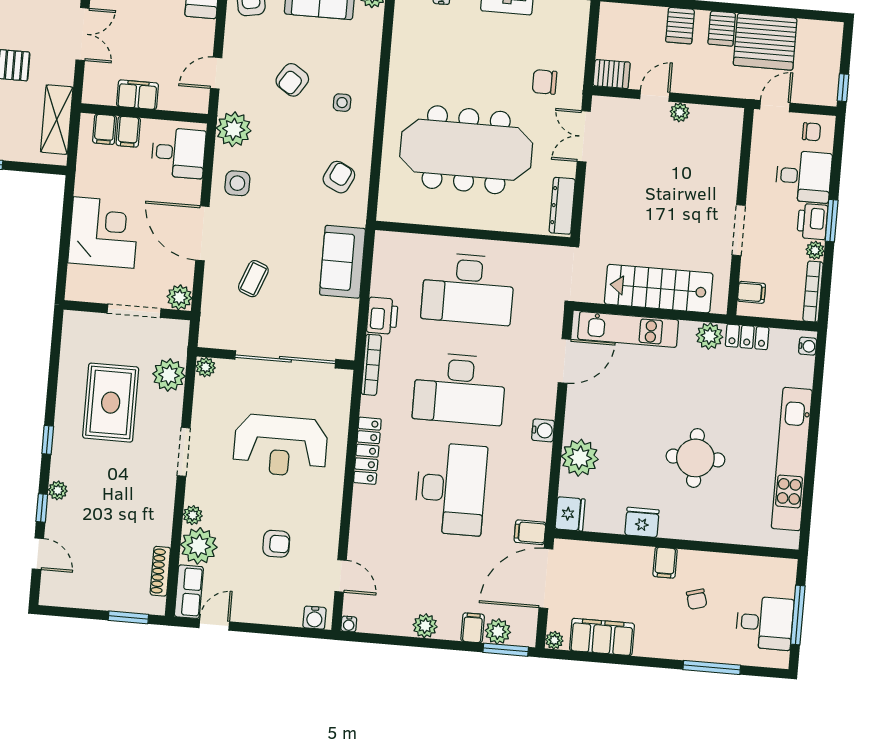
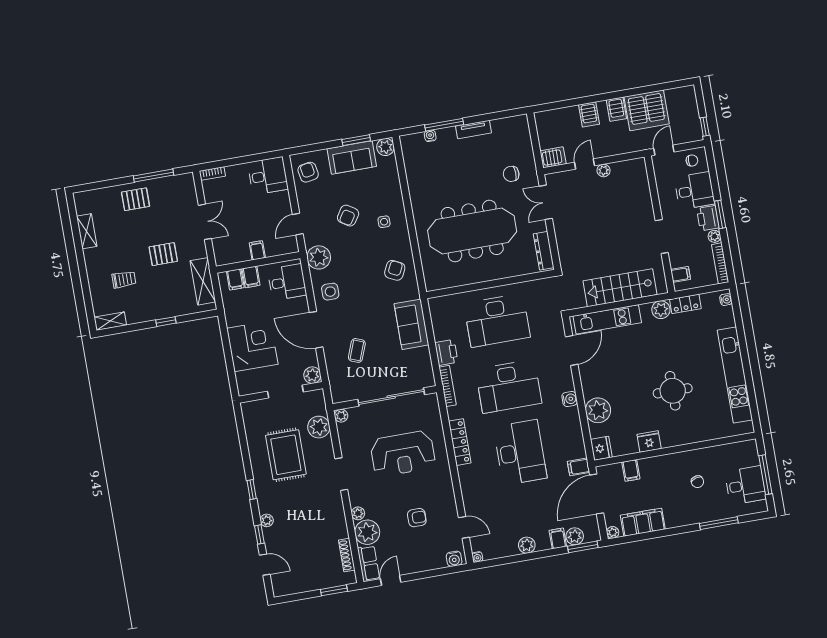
filing cabinet: (137, 95) -> (257, 250), width x0.50
filing cabinet: (665, 563) -> (631, 470), moved

